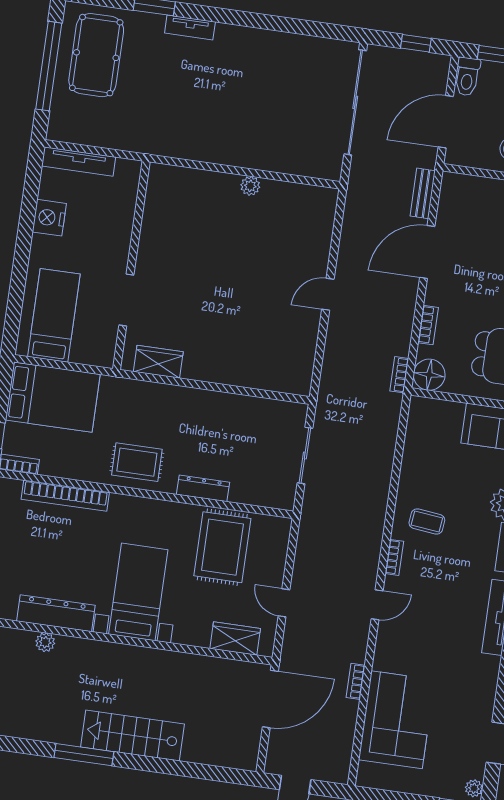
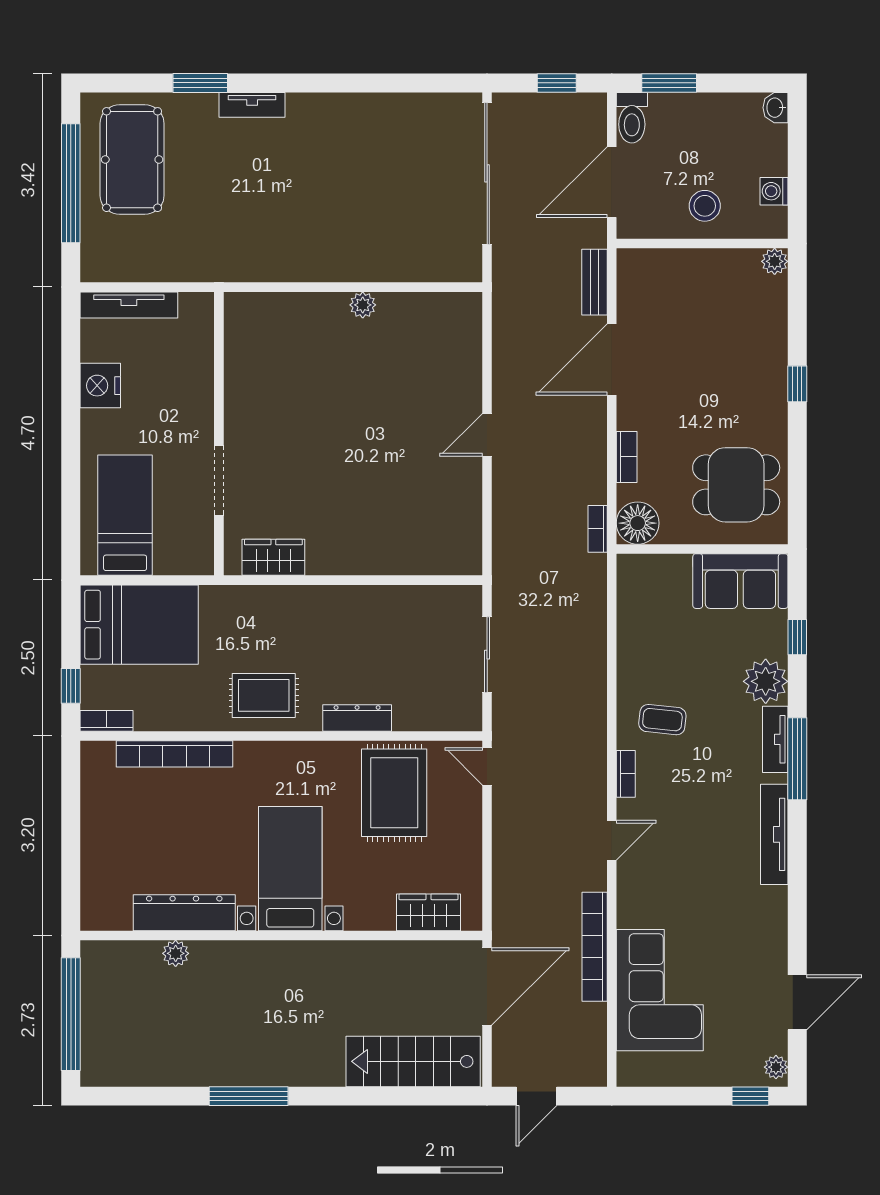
door: (284, 603) -> (487, 766), moved
bookcase: (356, 681) -> (595, 947), width x2.31, depth x1.31
stairs: (133, 736) -> (413, 1061), moved

